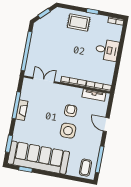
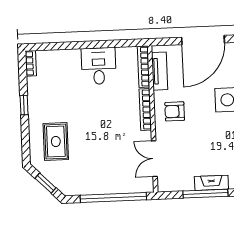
rug: (79, 22) -> (56, 142), moved
desk: (107, 50) -> (99, 66), moved
armchair: (71, 111) -> (175, 111), moved
door: (106, 125) -> (203, 40), width x1.87

